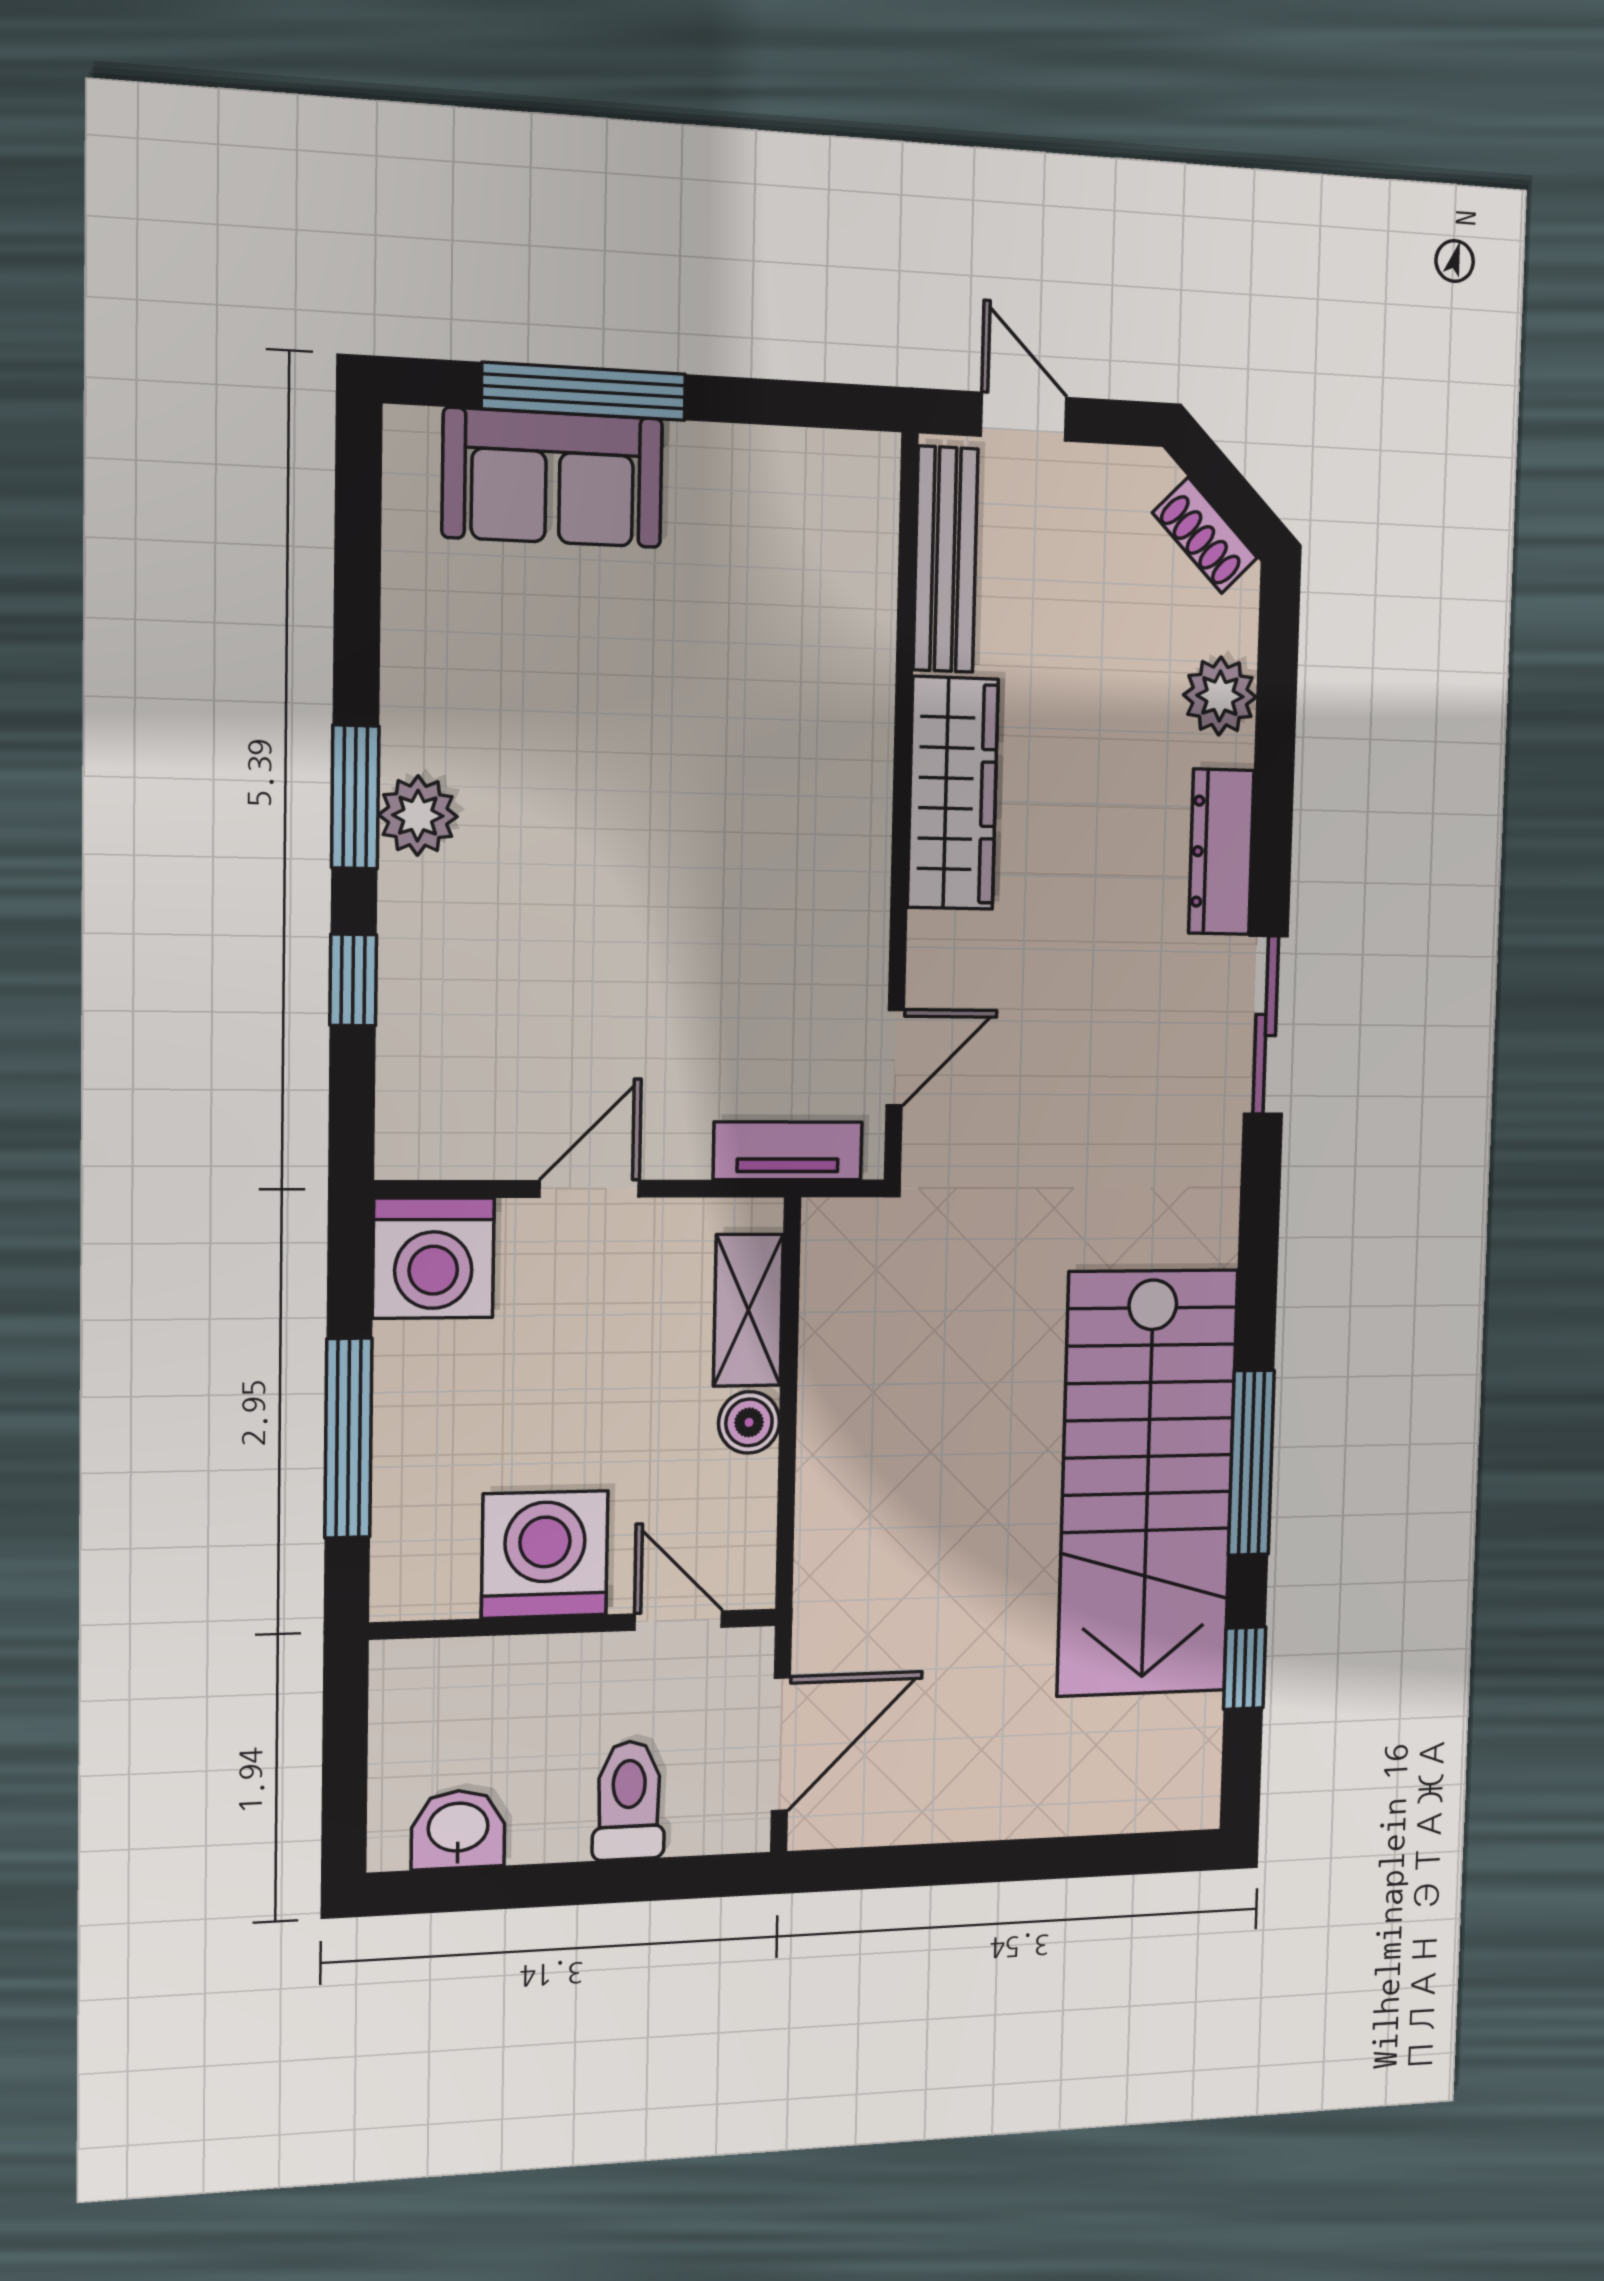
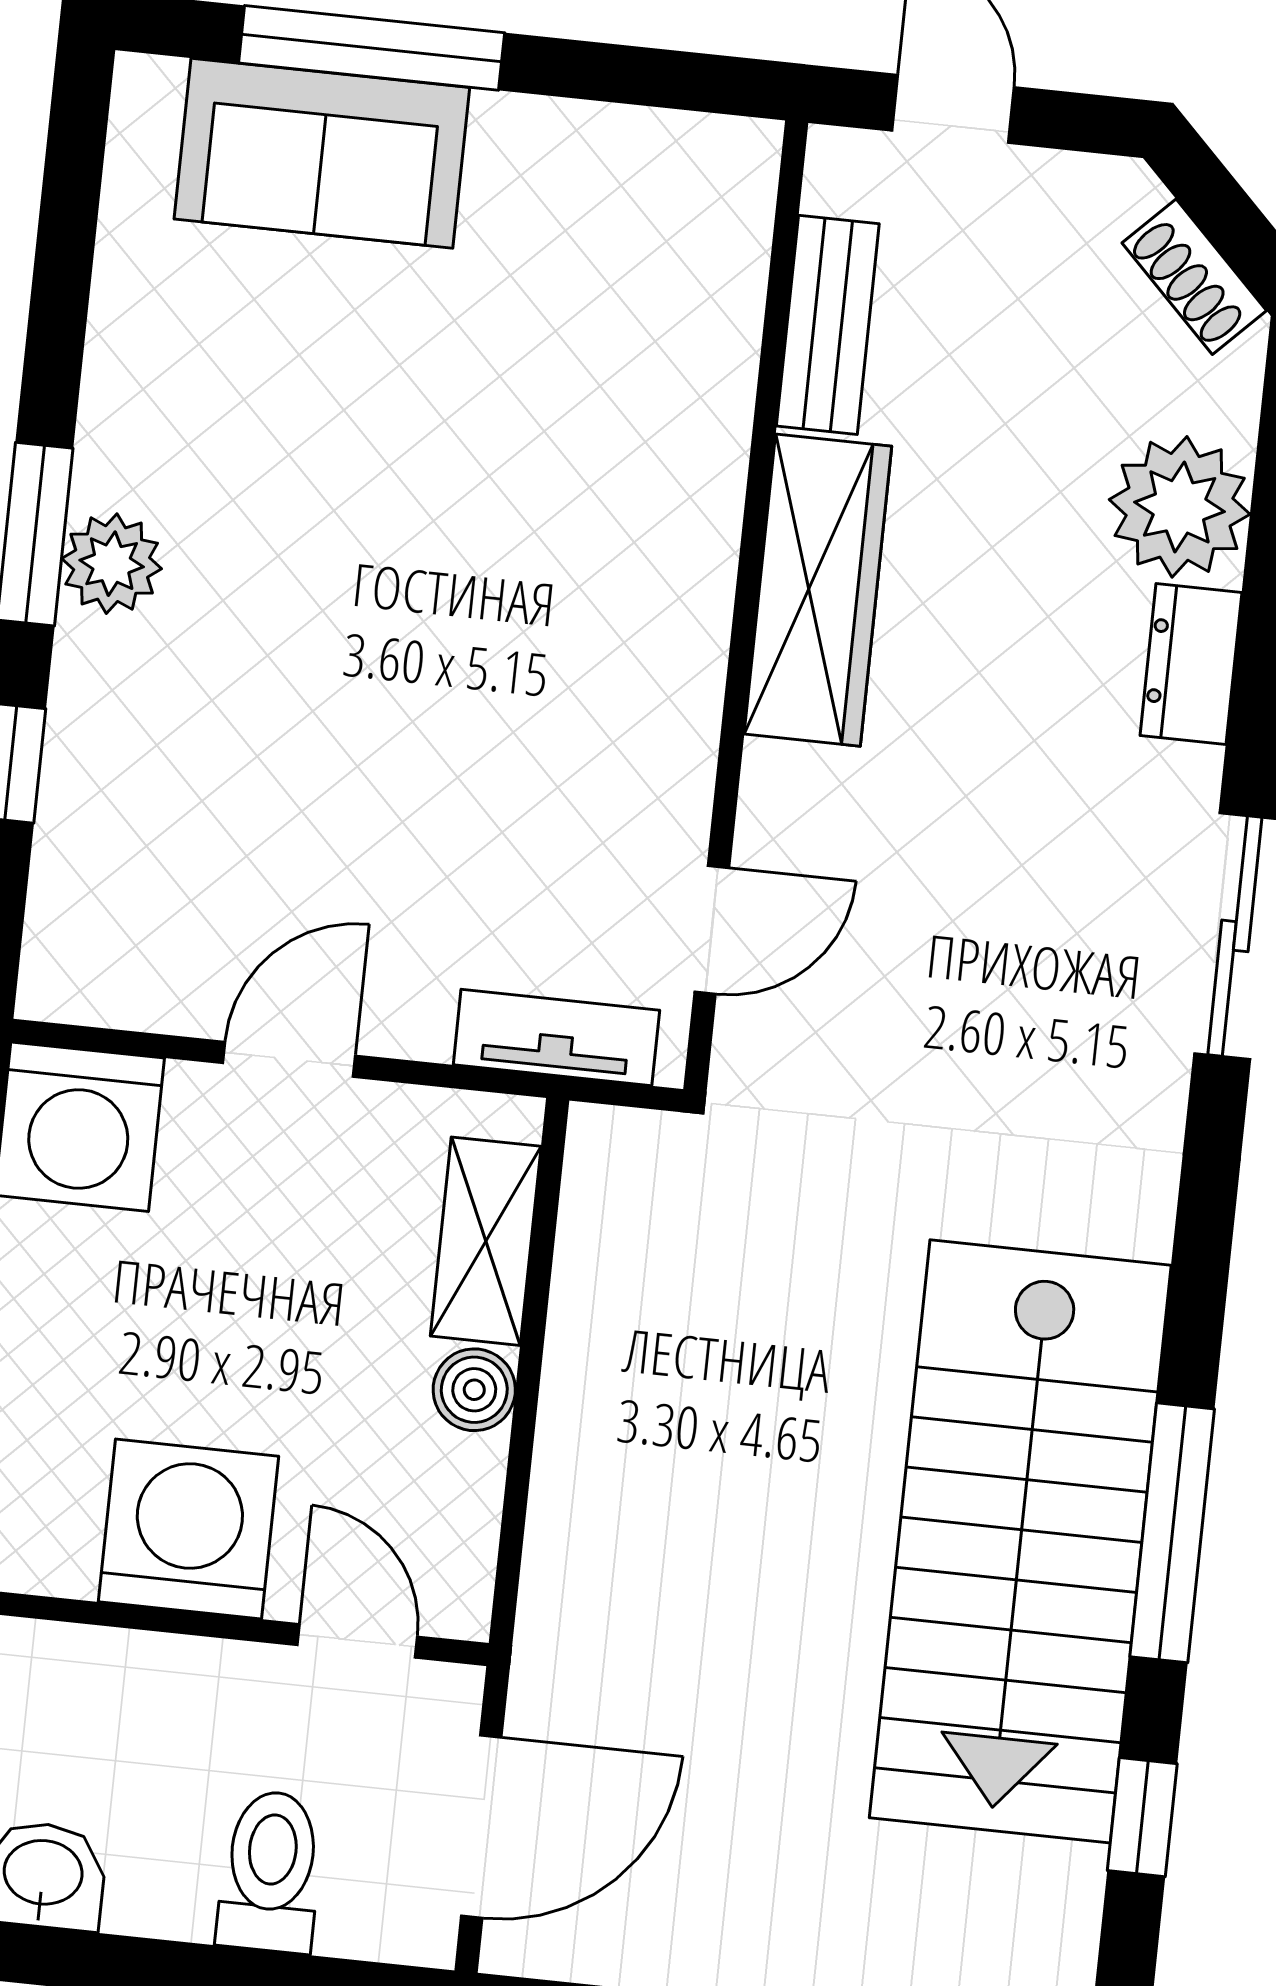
bench: (945, 559) -> (828, 325), width x0.73
plant: (1220, 696) -> (1180, 507), width x1.36, depth x1.36
dresser: (1221, 852) -> (1191, 664), width x0.70

